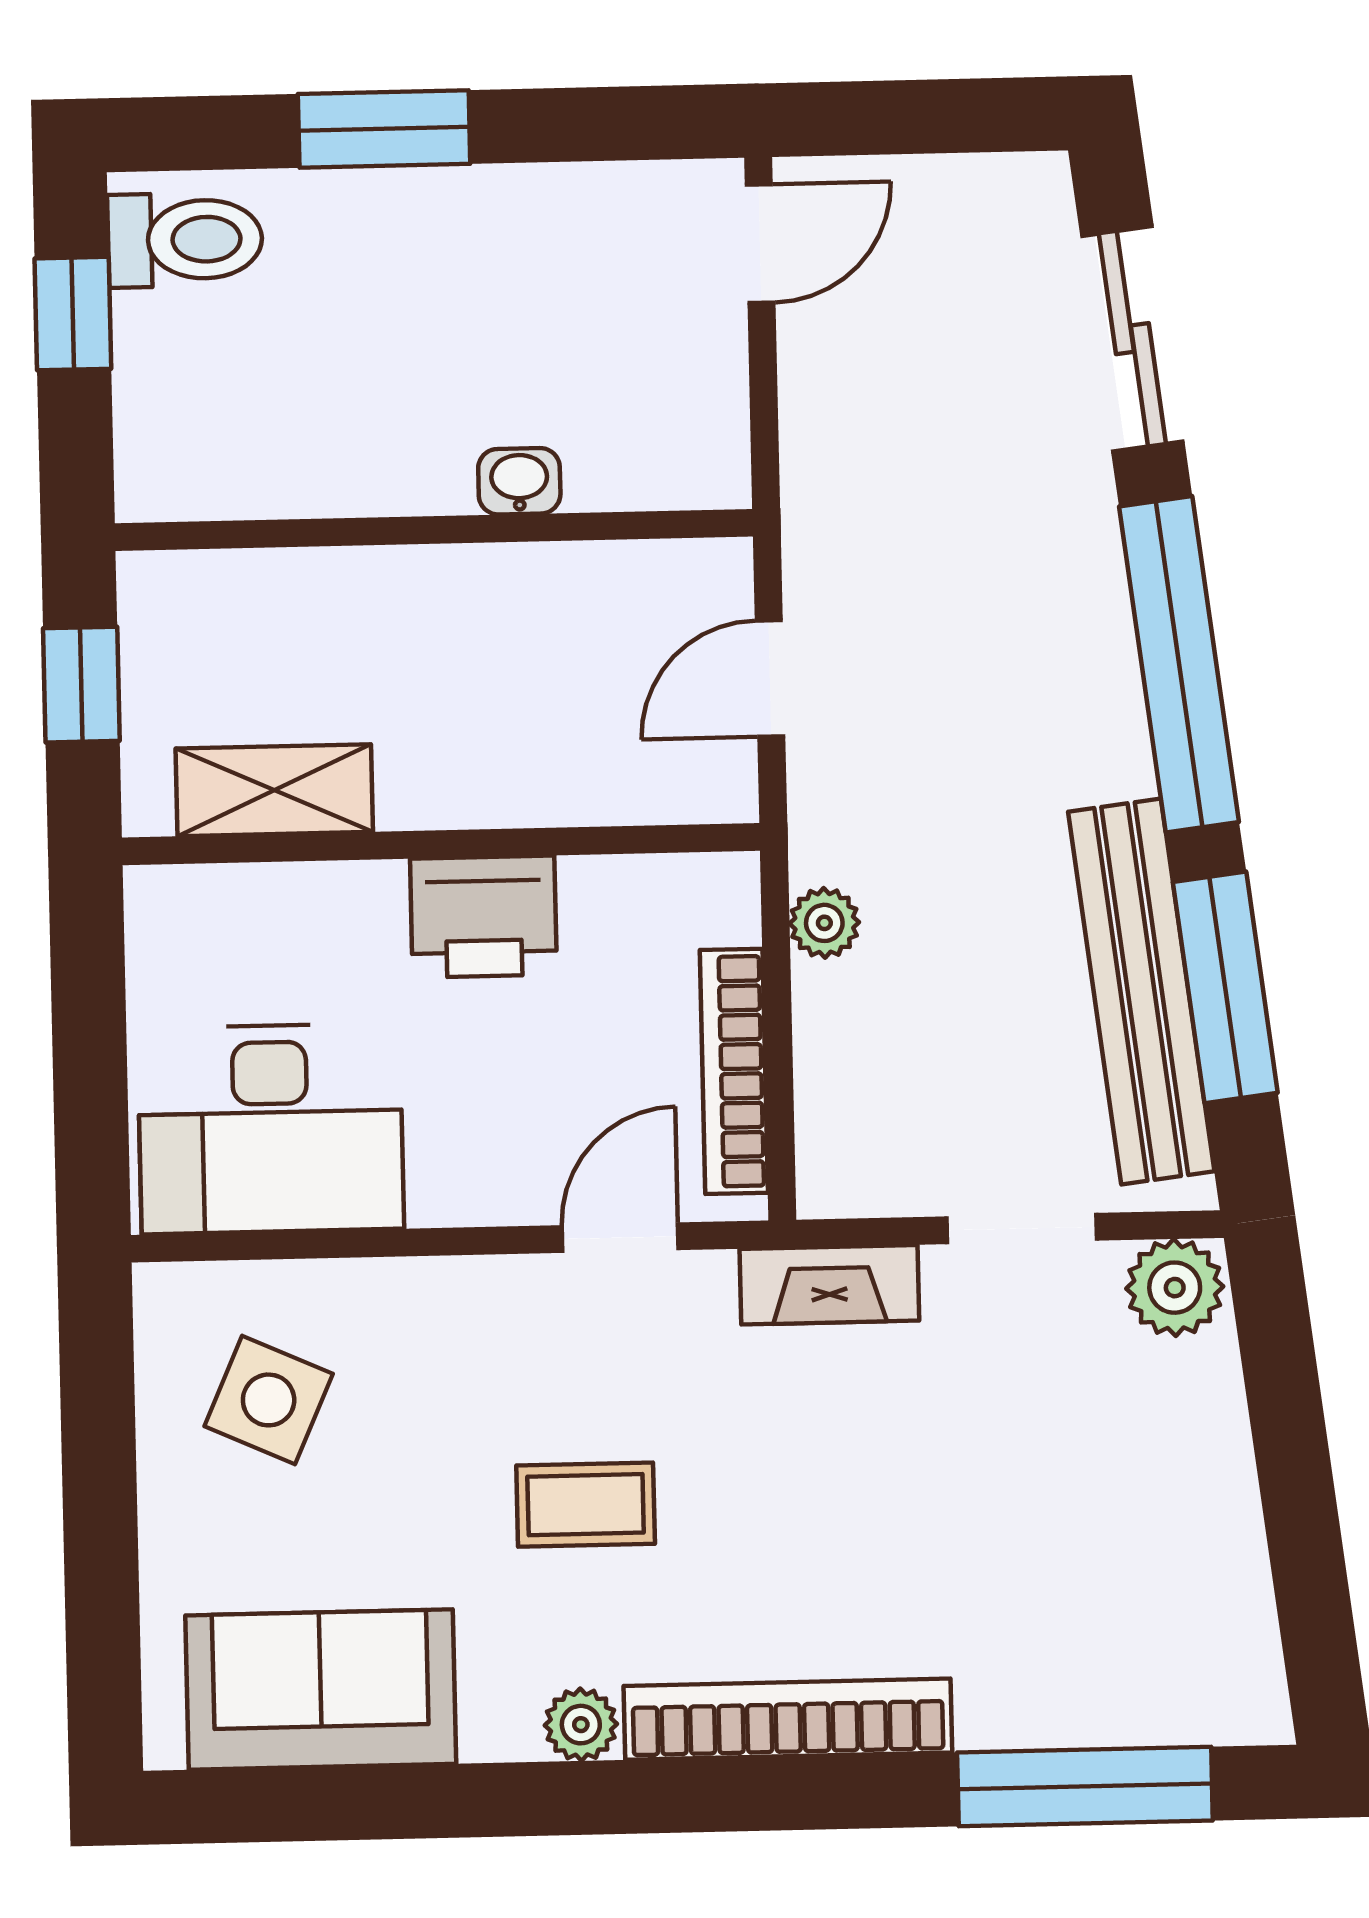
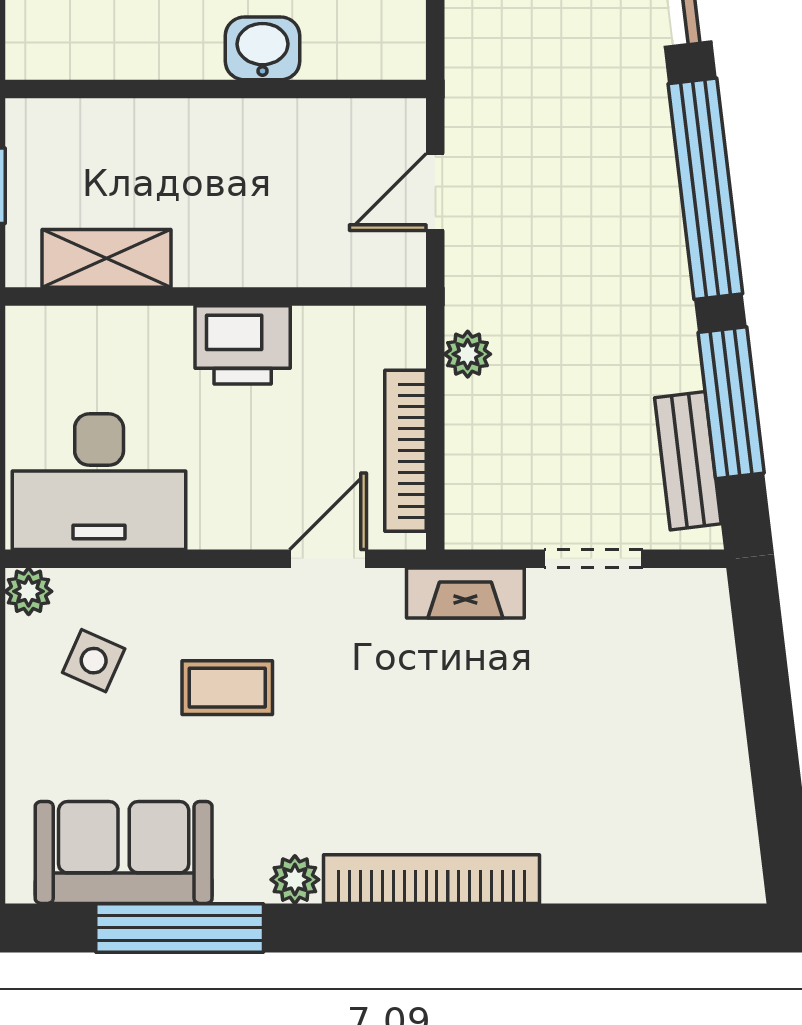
washbasin: (519, 481) -> (263, 48), width x1.38, depth x1.45
bench: (1141, 992) -> (688, 461), width x0.54, depth x0.82
plant: (1175, 1288) -> (29, 591), moved, width x0.73, depth x0.73
side table: (269, 1400) -> (94, 661), width x0.73, depth x0.73
coffee table: (586, 1505) -> (227, 688), moved
window: (1085, 1786) -> (180, 928), moved

